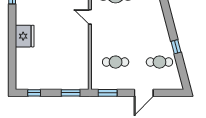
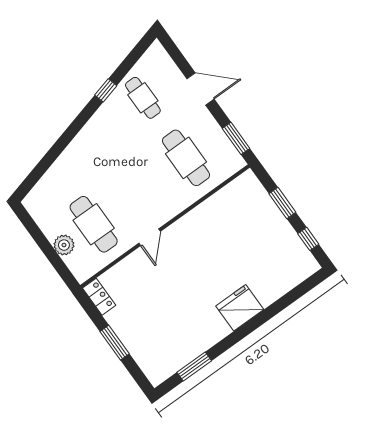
cafe table: (116, 62) -> (186, 158), width x1.37, depth x1.35
window: (71, 93) -> (282, 203), moved

